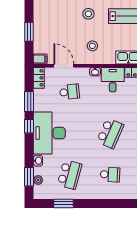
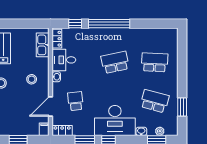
school desk: (110, 133) -> (115, 62), turned -36
school desk: (110, 175) -> (155, 62), width x1.85

